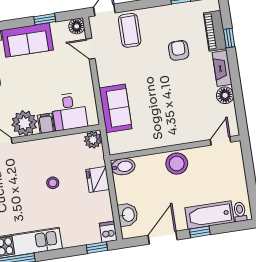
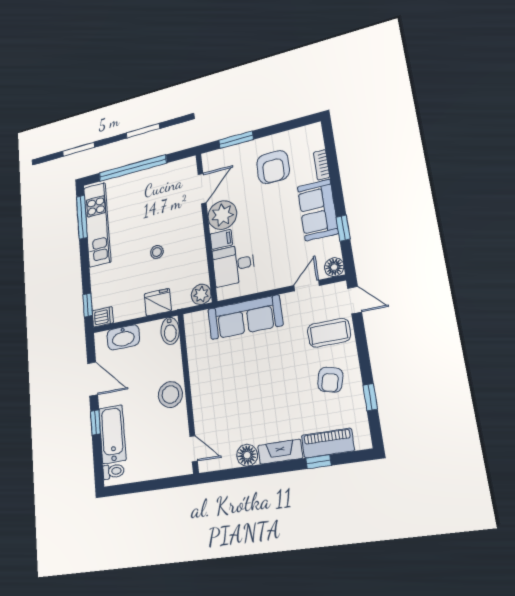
armchair: (179, 50) -> (330, 380), moved, turned 104
sofa: (115, 108) -> (245, 317), width x1.36
washbasin: (128, 215) -> (123, 337), width x1.38

